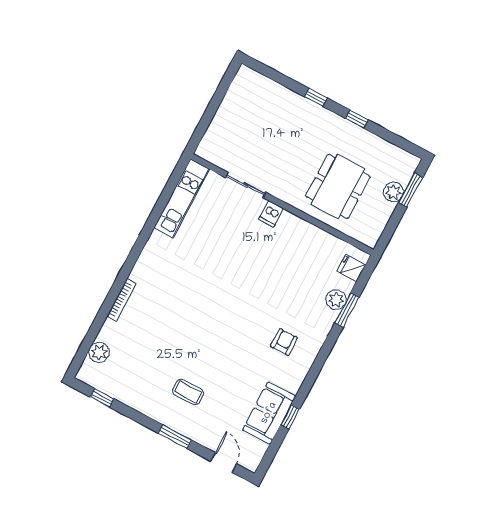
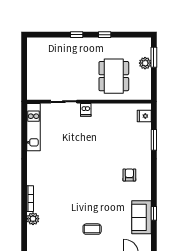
plant: (336, 300) -> (145, 137), removed
plant: (99, 352) -> (33, 219), moved

